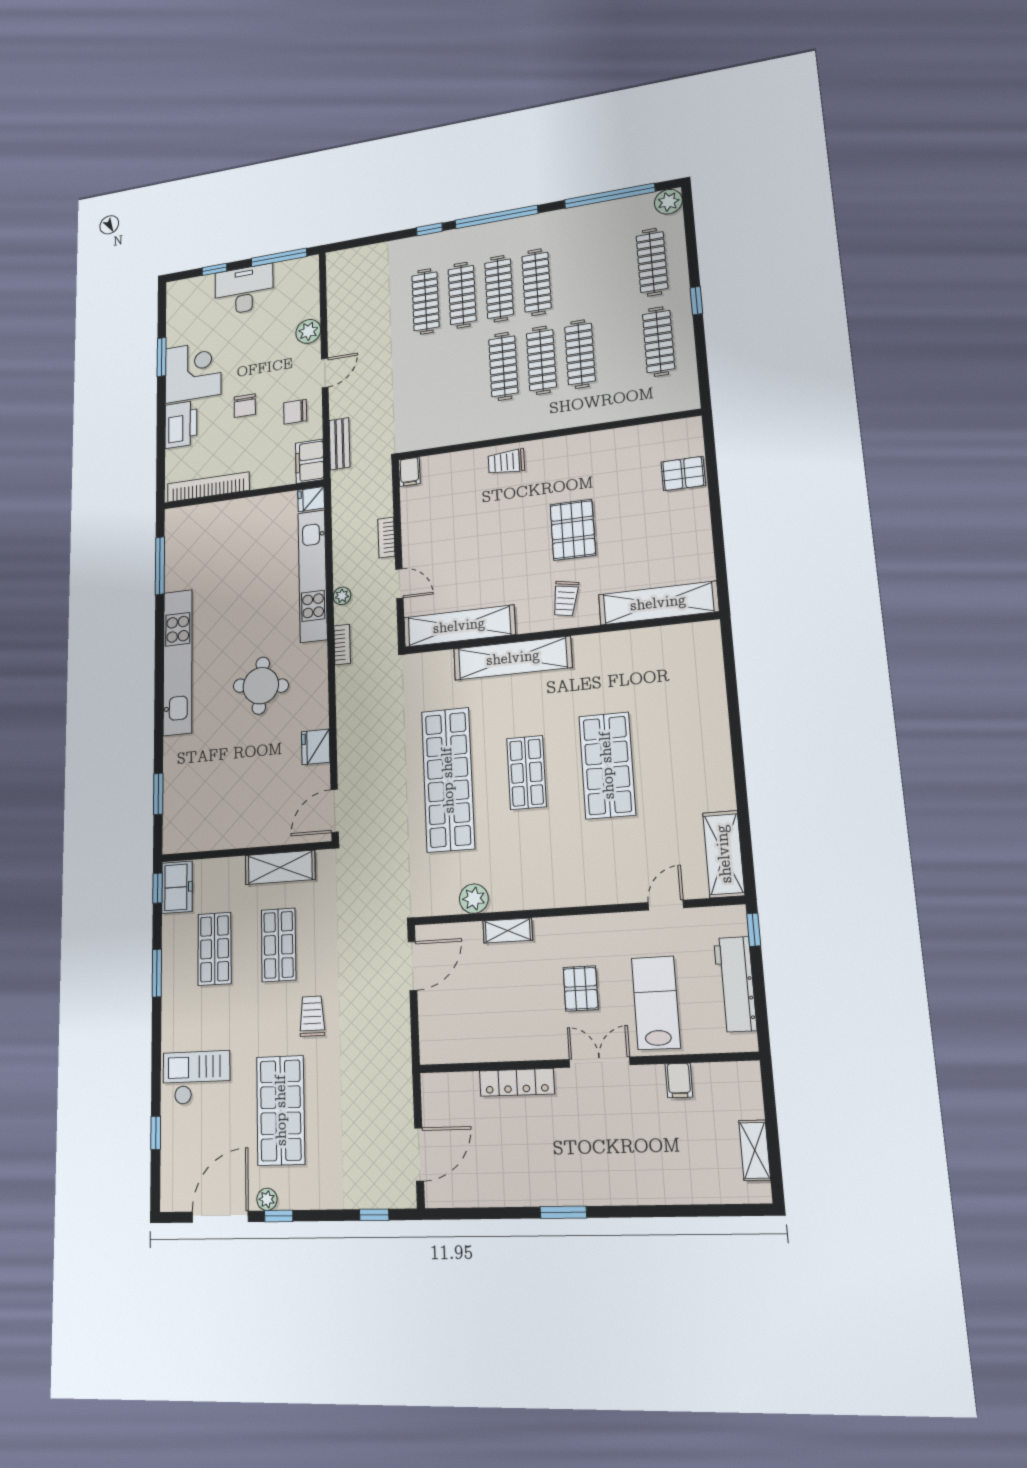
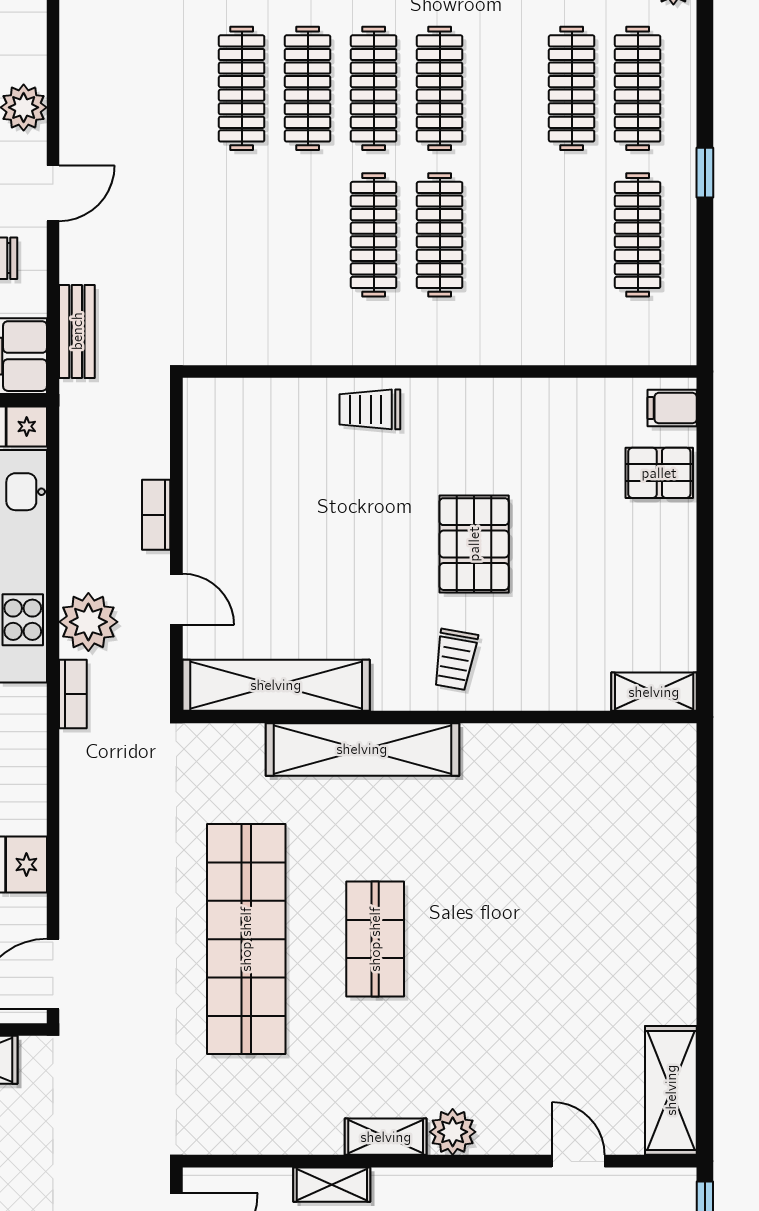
clothes rail: (580, 354) -> (572, 88), moved
filing cabinet: (409, 472) -> (672, 408), moved, turned 90
plant: (342, 596) -> (88, 622), width x1.87, depth x1.87
shelving: (658, 603) -> (654, 692), width x0.45, depth x0.75
shop shelf: (607, 765) -> (504, 939), removed
shelving: (540, 897) -> (386, 1137), added
plant: (474, 899) -> (453, 1132), moved
door: (666, 905) -> (578, 1161), hinge flipped

